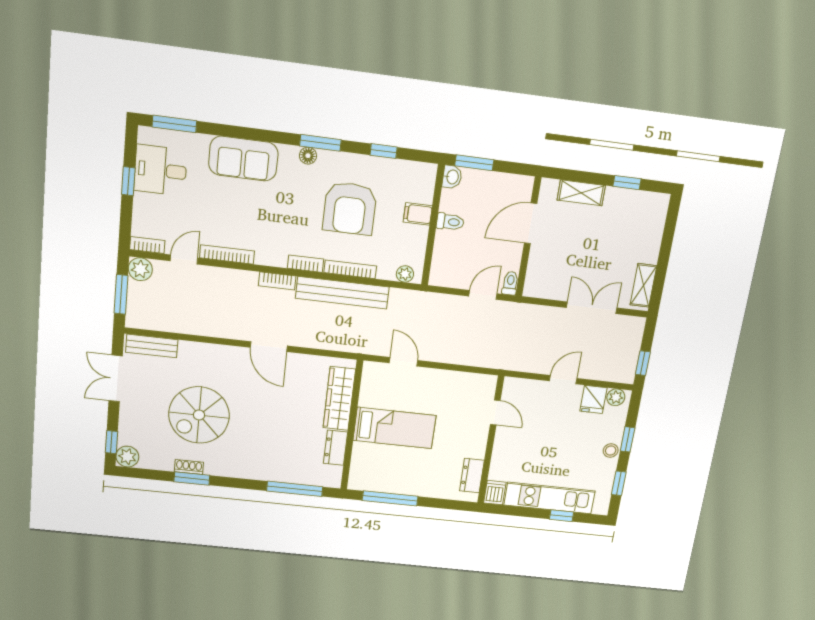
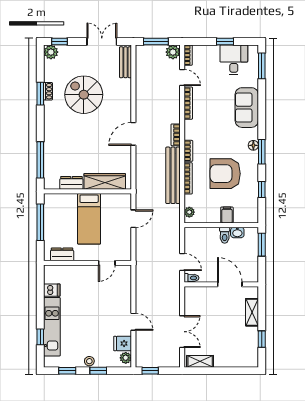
washbasin: (452, 177) -> (237, 232), moved
door: (495, 412) -> (107, 263), moved
wall: (491, 440) -> (88, 263), moved
dresser: (472, 476) -> (62, 254), moved

